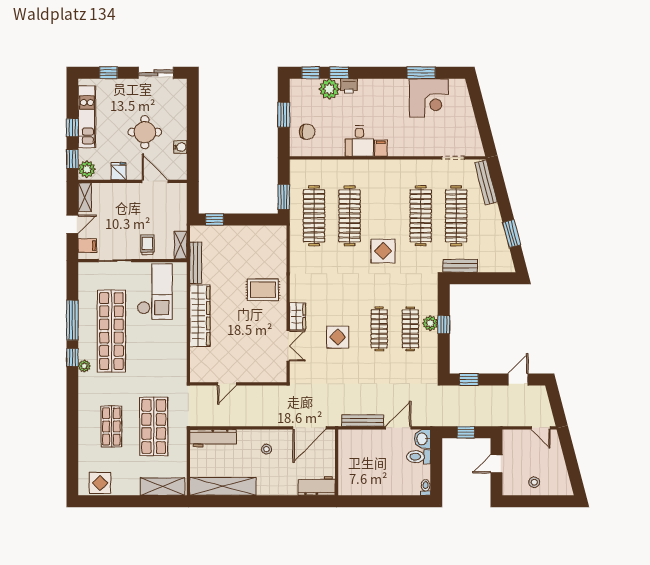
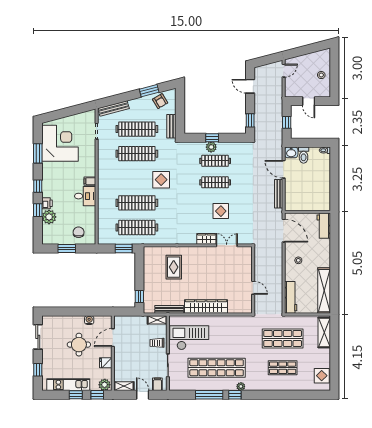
window: (311, 73) -> (38, 186), moved
corner desk: (429, 98) -> (60, 143), width x1.36, depth x1.36
armchair: (497, 249) -> (160, 101), added
rug: (263, 290) -> (174, 267), moved

